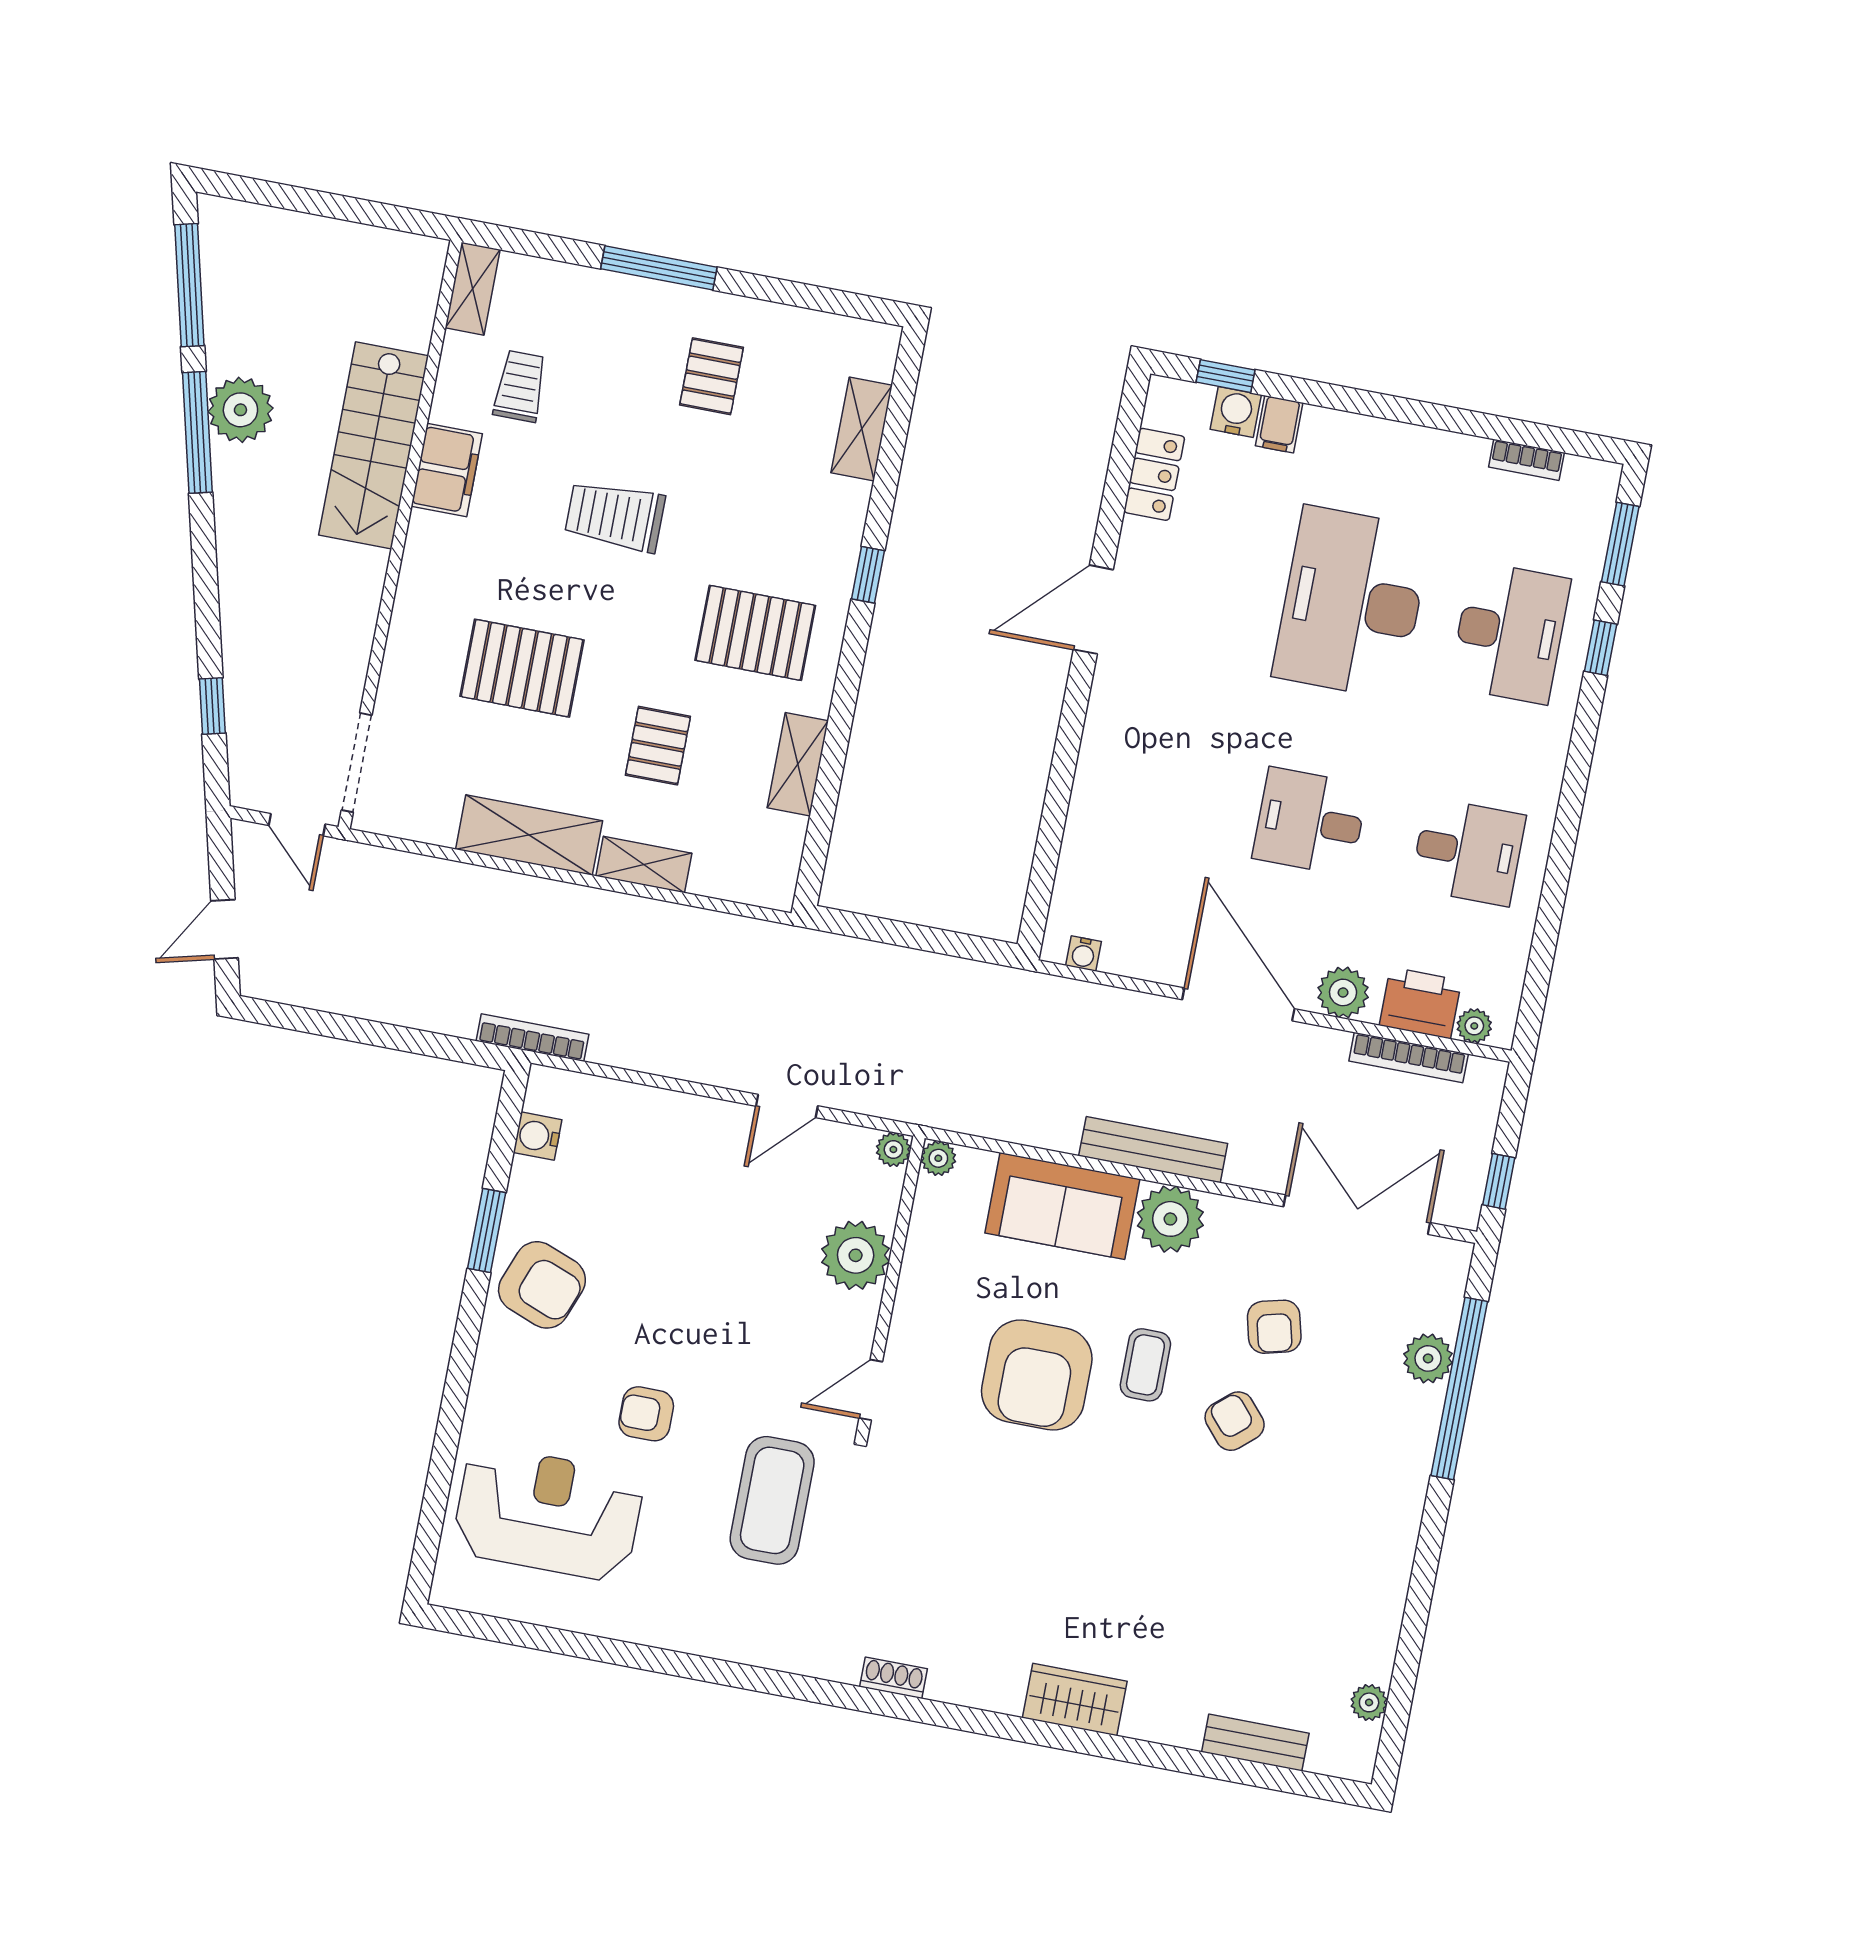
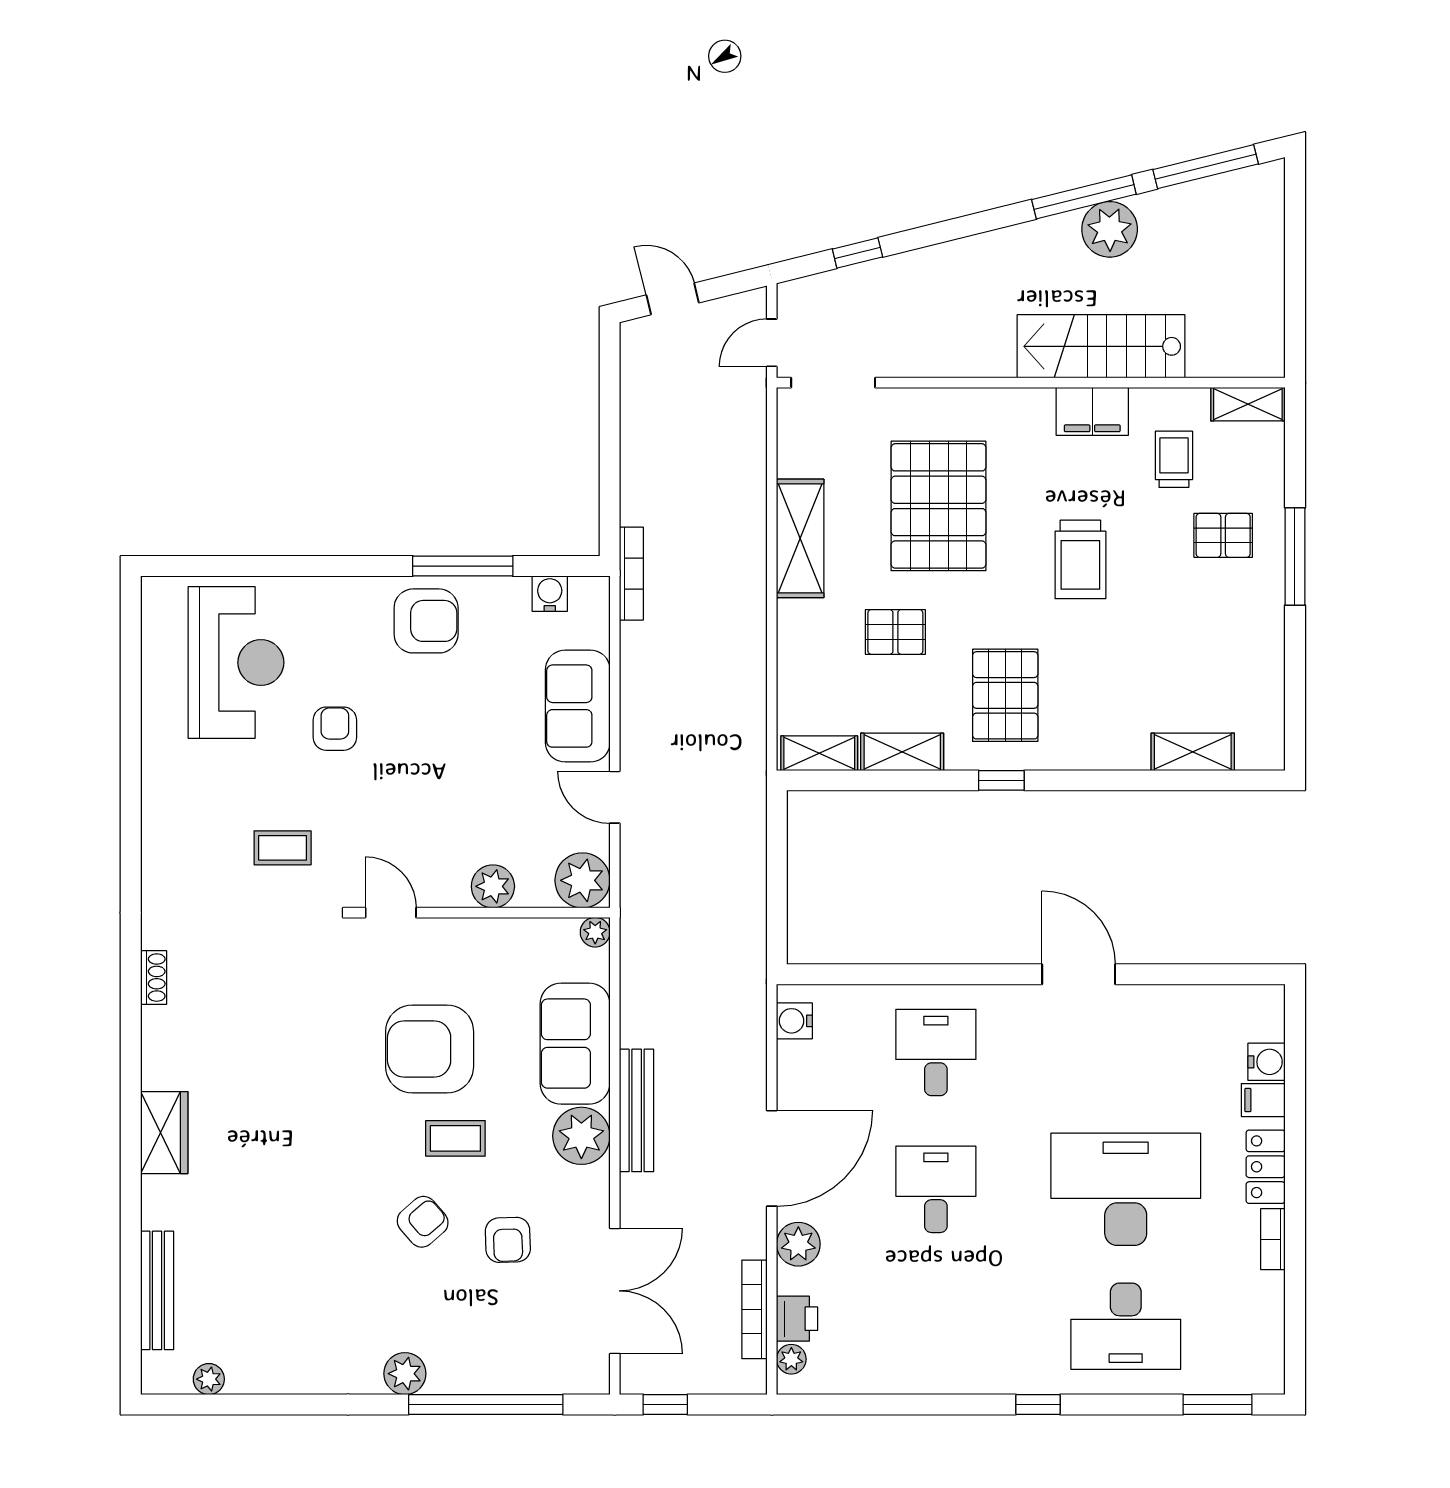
pallet: (712, 376) -> (1223, 535), moved
window: (1226, 376) -> (1295, 1048), removed
trolley: (520, 386) -> (1174, 459), turned -90
bookcase: (1526, 460) -> (1273, 1239), moved
locker: (1154, 474) -> (1266, 1167), moved, turned 90
trolley: (615, 516) -> (1080, 559), turned 180
window: (868, 575) -> (1001, 780), moved
window: (1601, 648) -> (1038, 1404), moved
pallet: (522, 668) -> (939, 506), width x1.37, depth x1.41
desk: (1468, 852) -> (936, 1053), moved, turned 180
shelving: (644, 865) -> (819, 753), moved, turned 90
water cooler: (1083, 954) -> (794, 1021), width x1.38, depth x1.38
printer: (1420, 1003) -> (797, 1319), width x0.73, depth x0.81
sofa: (674, 1129) -> (578, 706), added
plant: (893, 1149) -> (582, 880), width x1.87, depth x1.87
window: (487, 1231) -> (463, 566), width x1.44
plant: (856, 1255) -> (493, 886), width x0.73, depth x0.73
armchair: (542, 1285) -> (426, 621), turned -111
armchair: (1274, 1327) -> (508, 1240), turned -78
plant: (1428, 1358) -> (405, 1374), moved
coffee table: (772, 1500) -> (283, 848), width x0.54, depth x0.58
bench: (1255, 1743) -> (157, 1290), width x1.36

